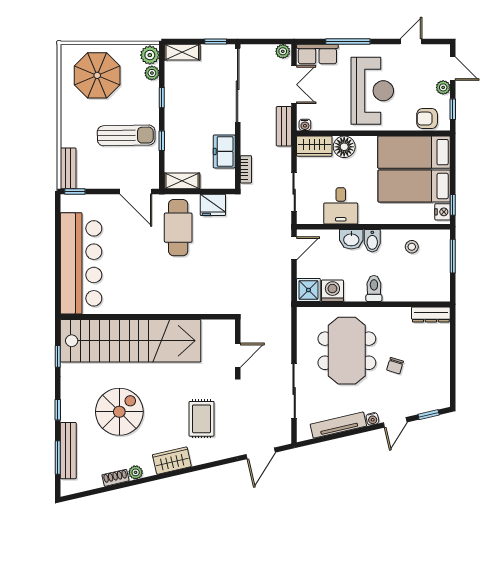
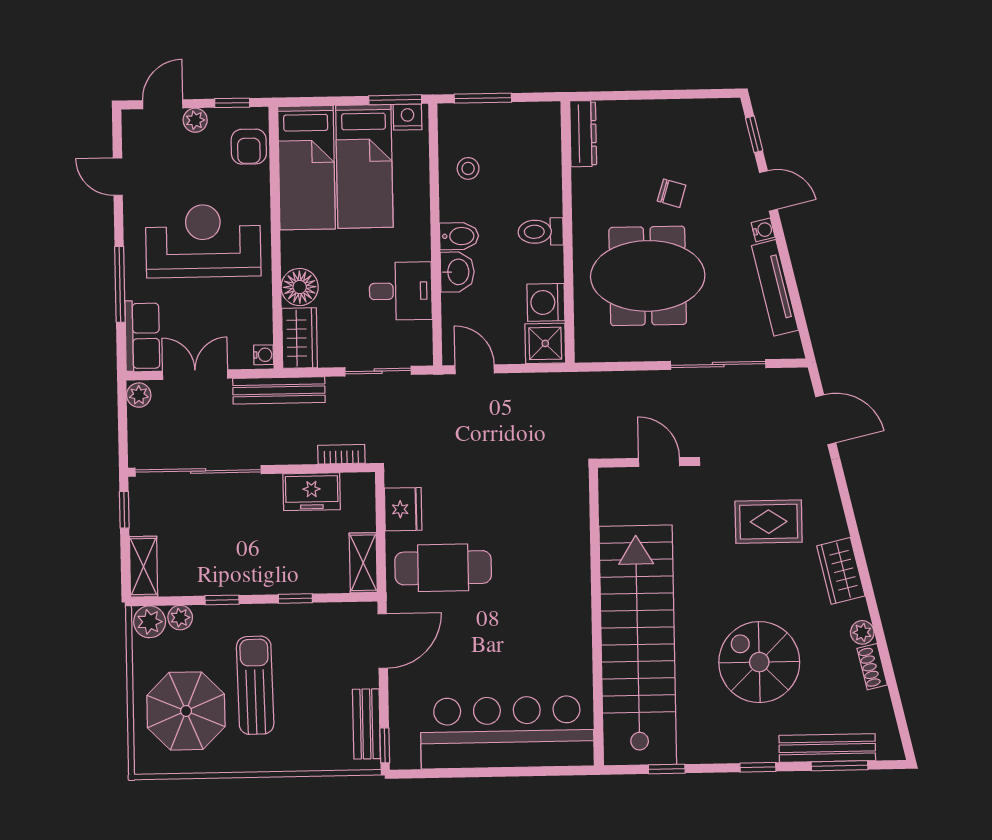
bench: (284, 126) -> (279, 390), width x1.36
sun lounger: (126, 135) -> (255, 685), moved
bench: (68, 168) -> (366, 724), moved, turned 90
window: (453, 205) -> (395, 100), width x1.50

